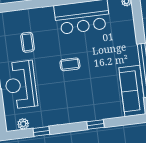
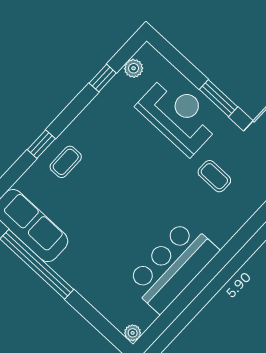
coffee table: (70, 64) -> (66, 162), moved

